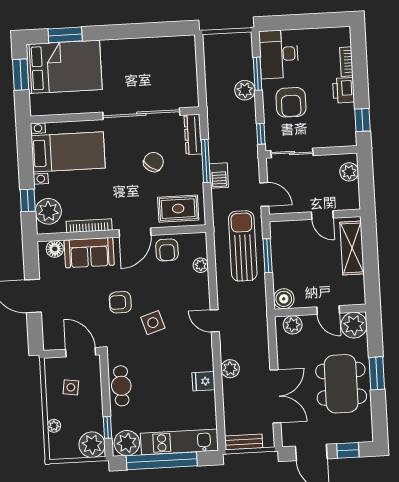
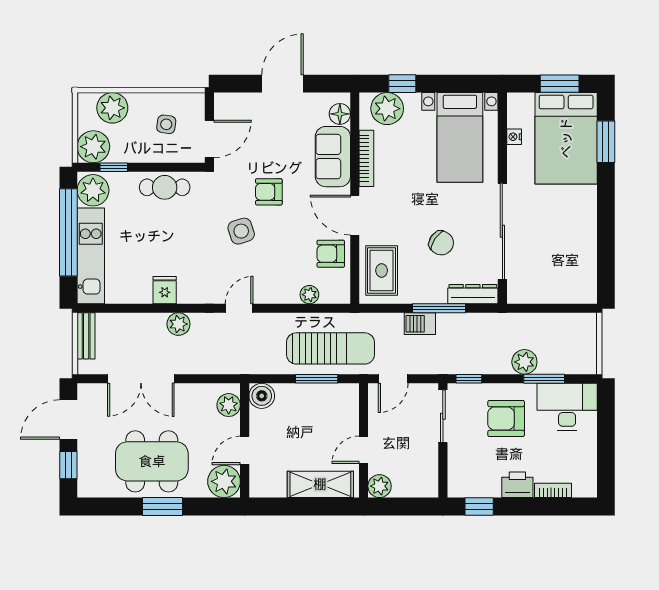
nightstand: (65, 109) -> (514, 137), added
plant: (349, 172) -> (380, 486), moved
armchair: (120, 302) -> (269, 192), turned -90
plant: (54, 426) -> (112, 108), width x1.87, depth x1.87

